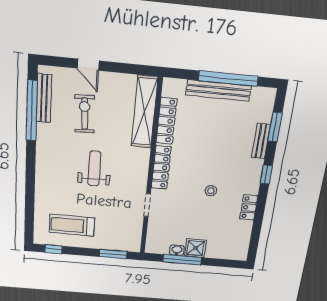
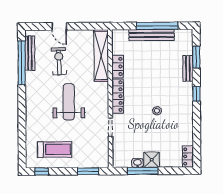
locker: (166, 121) -> (118, 67), width x0.66
weight bench: (94, 169) -> (69, 102), width x1.36, depth x1.33
locker: (249, 207) -> (188, 156), moved
treadmill: (72, 225) -> (55, 149), turned 180

